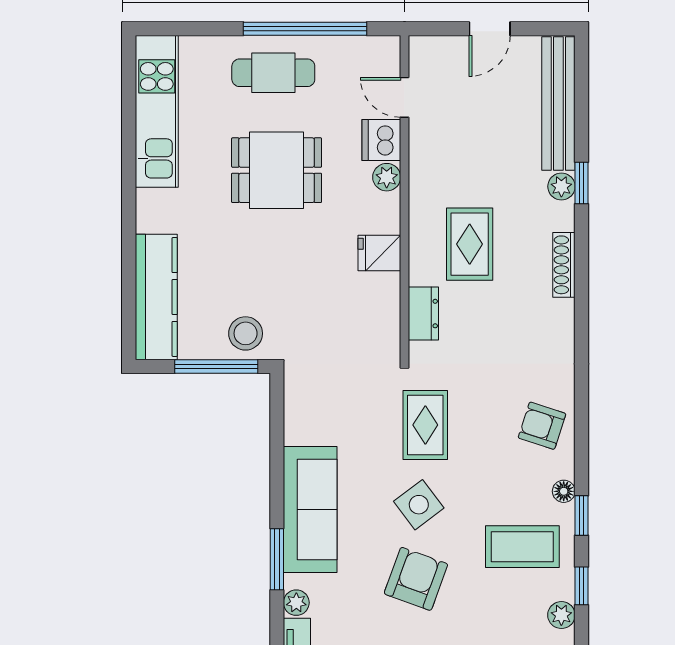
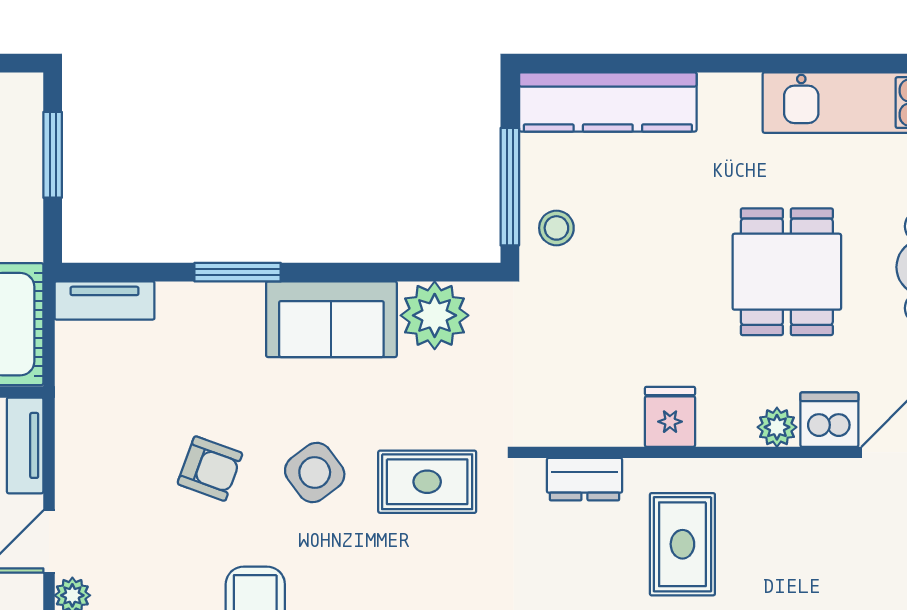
rug: (470, 244) -> (682, 544), turned 90
stool: (246, 333) -> (556, 228), width x0.73, depth x0.73
sofa: (310, 509) -> (331, 319), width x0.73
armchair: (416, 579) -> (210, 469), width x0.72, depth x0.72
plant: (296, 603) -> (435, 315), moved, width x1.87, depth x1.87

